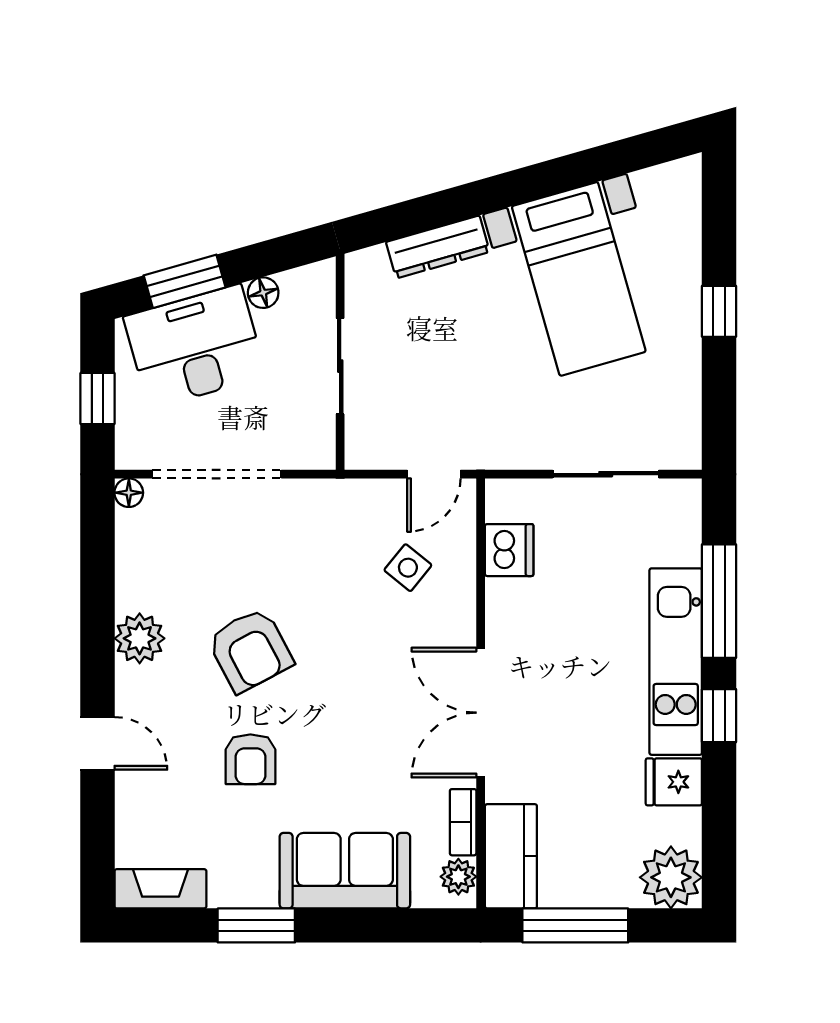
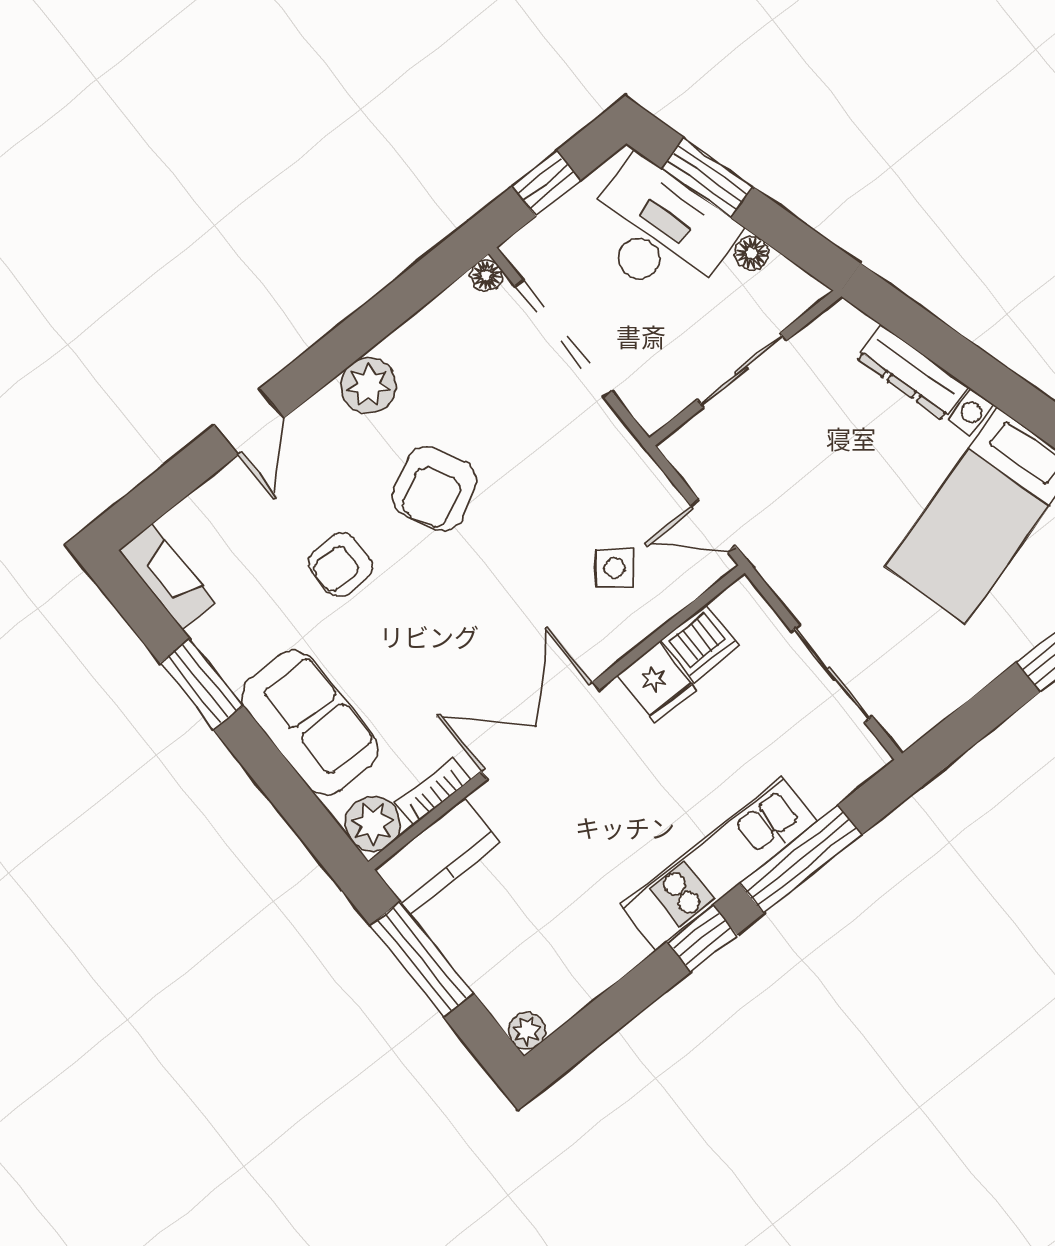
fridge: (674, 782) -> (657, 683), moved, turned 180
plant: (458, 877) -> (373, 824), width x1.38, depth x1.38
plant: (671, 877) -> (527, 1031), width x0.53, depth x0.53

